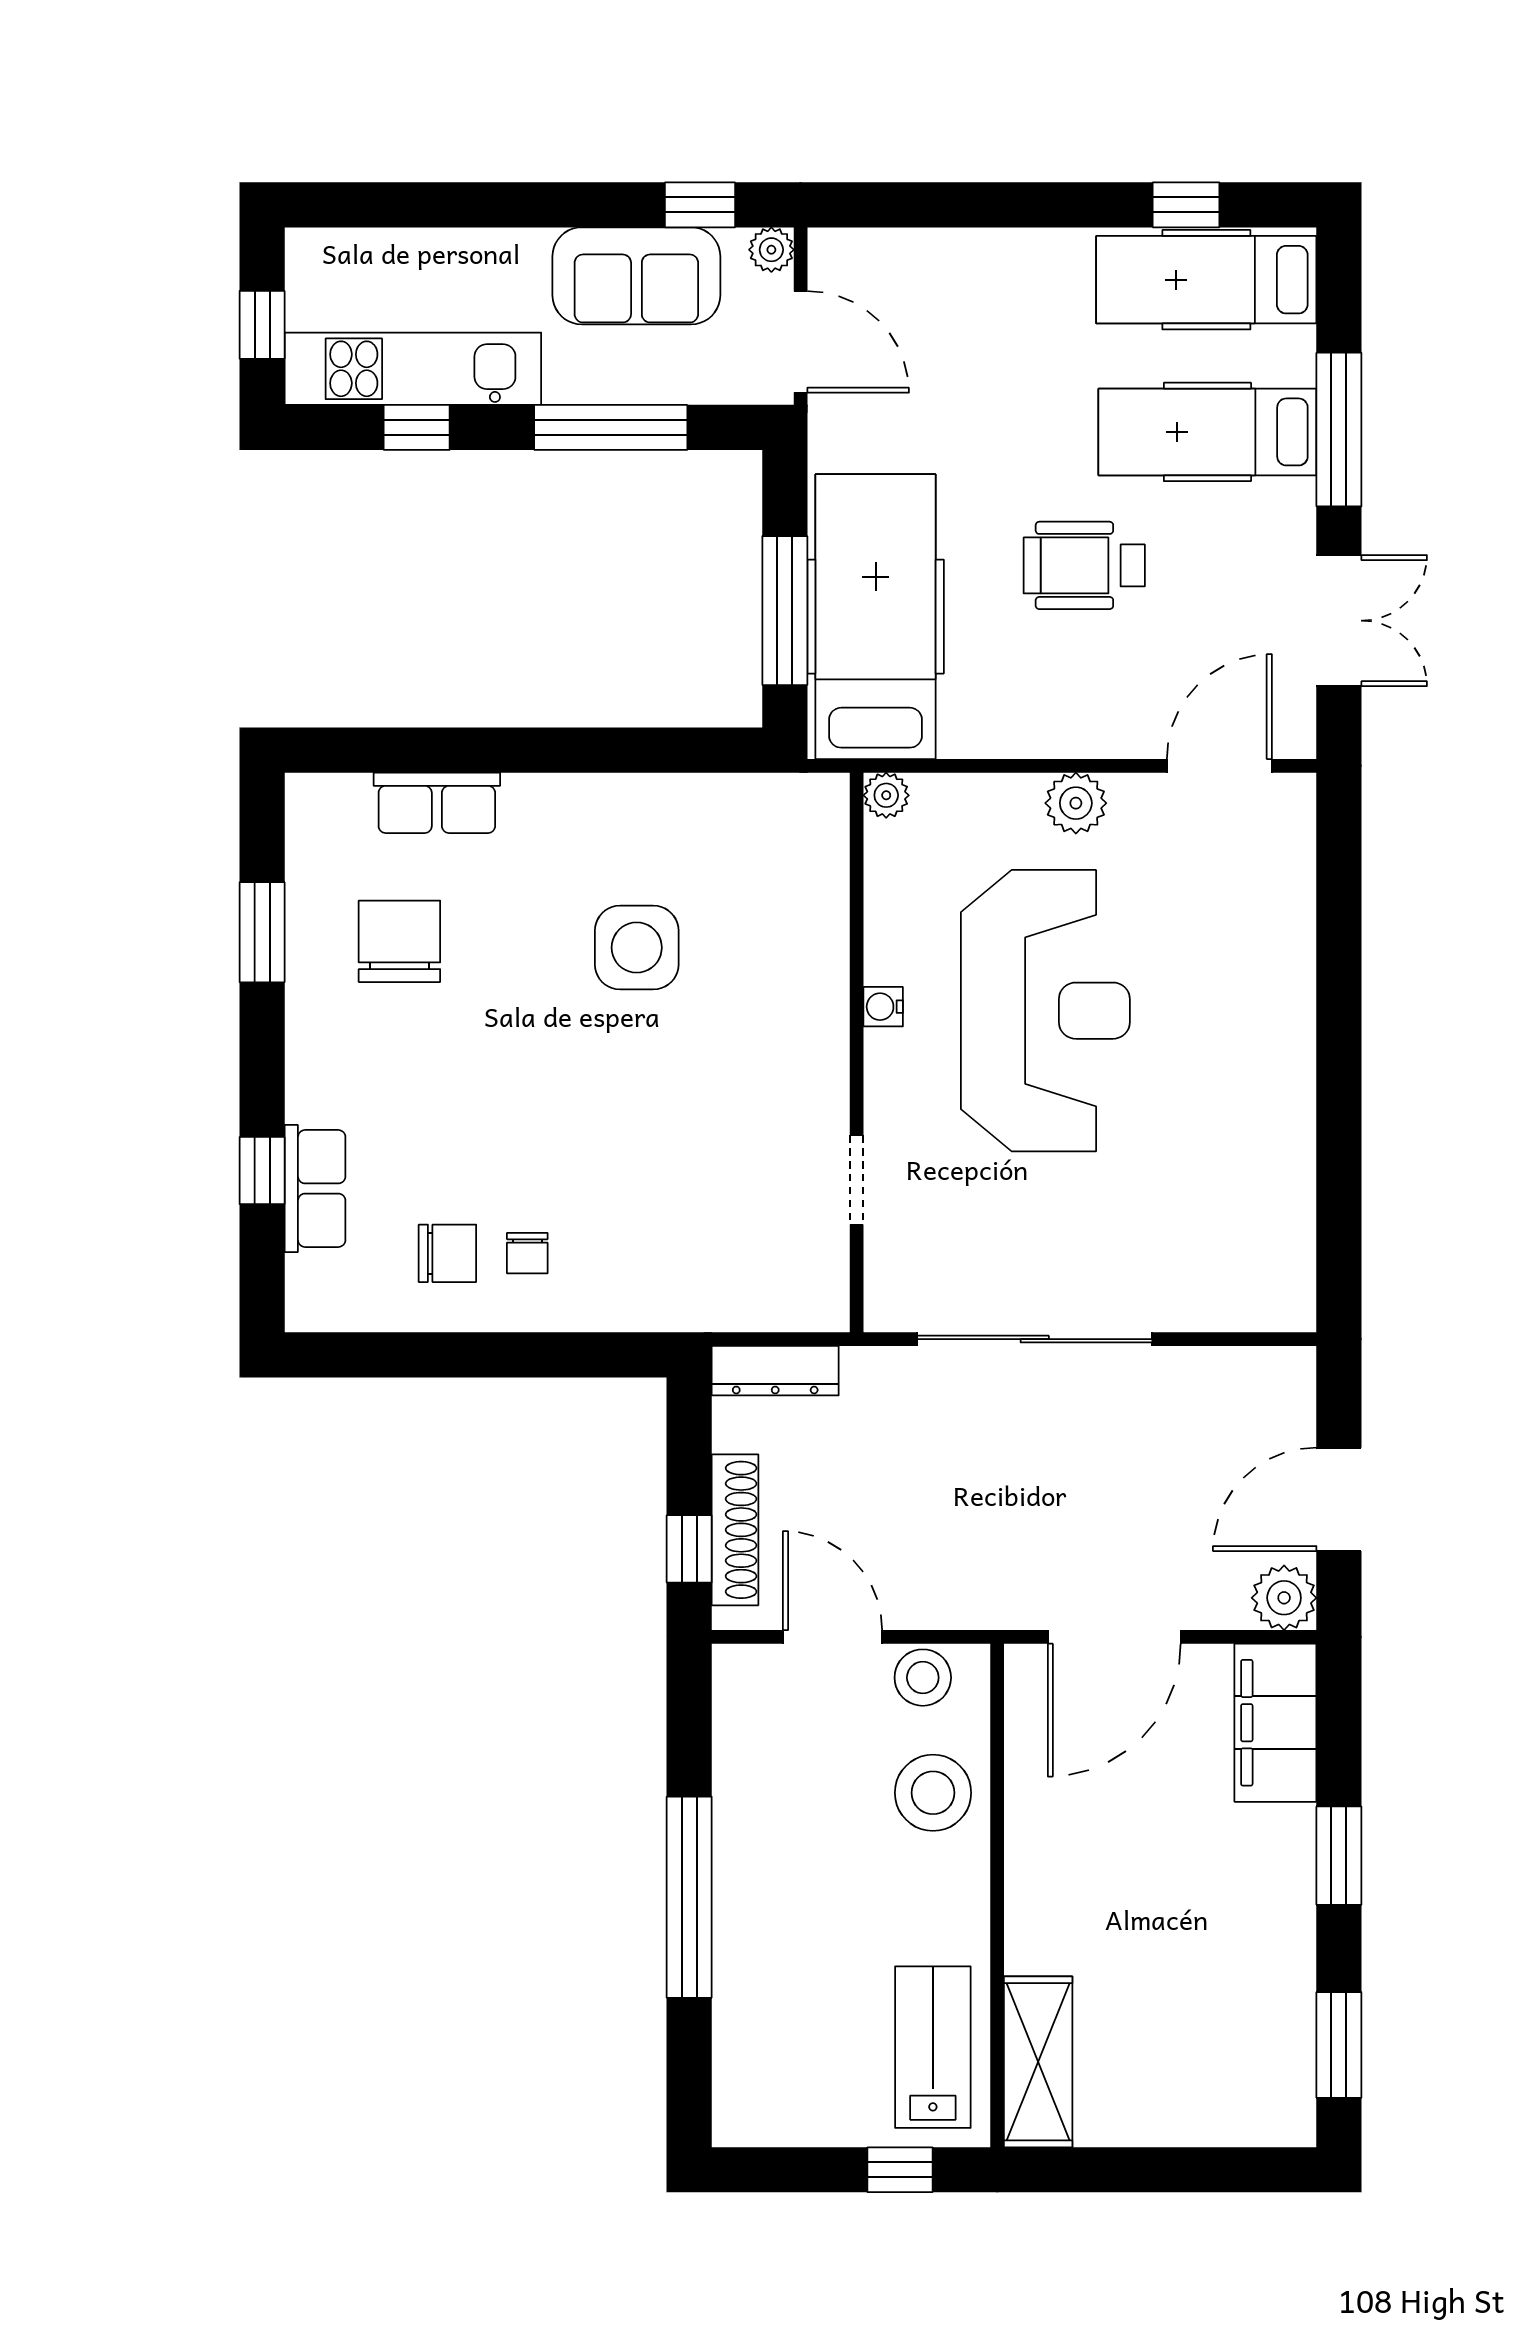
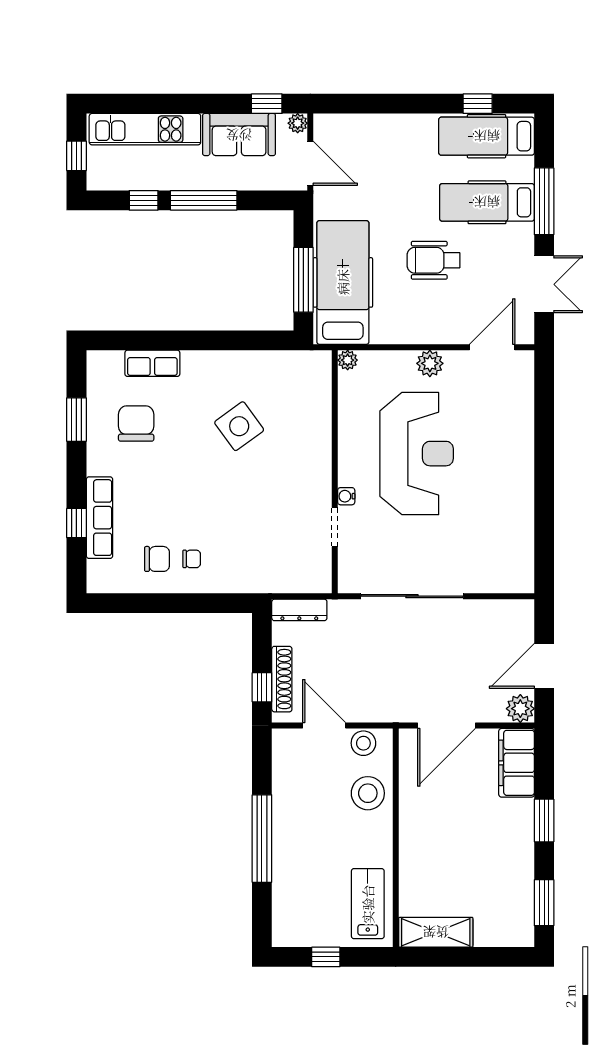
kitchen unit: (413, 369) -> (145, 129), moved, turned 180
window: (611, 427) -> (204, 200), moved
side table: (637, 948) -> (239, 426), turned -36
water cooler: (883, 1007) -> (346, 496), moved
row of seats: (315, 1189) -> (99, 518), width x1.48
chair: (527, 1253) -> (192, 559), turned -90
shelving: (1038, 2062) -> (436, 932), moved, turned 90
window: (900, 2170) -> (326, 957), moved

